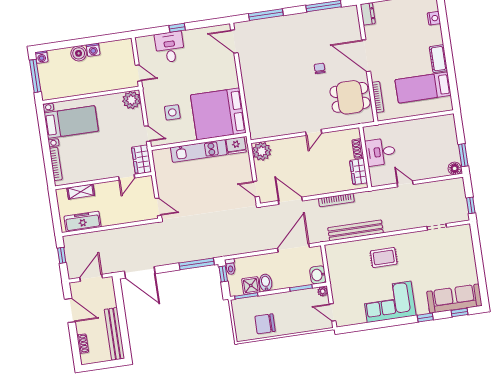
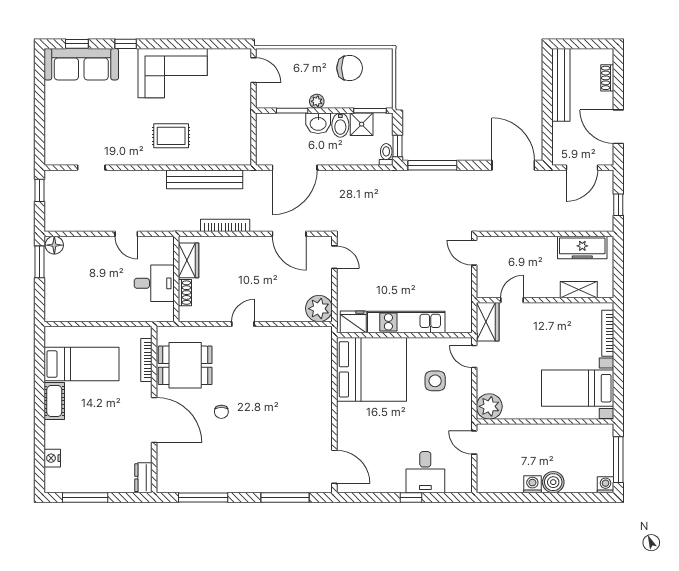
washbasin: (318, 275) -> (318, 123), moved, turned 90
plant: (323, 291) -> (317, 101), moved

